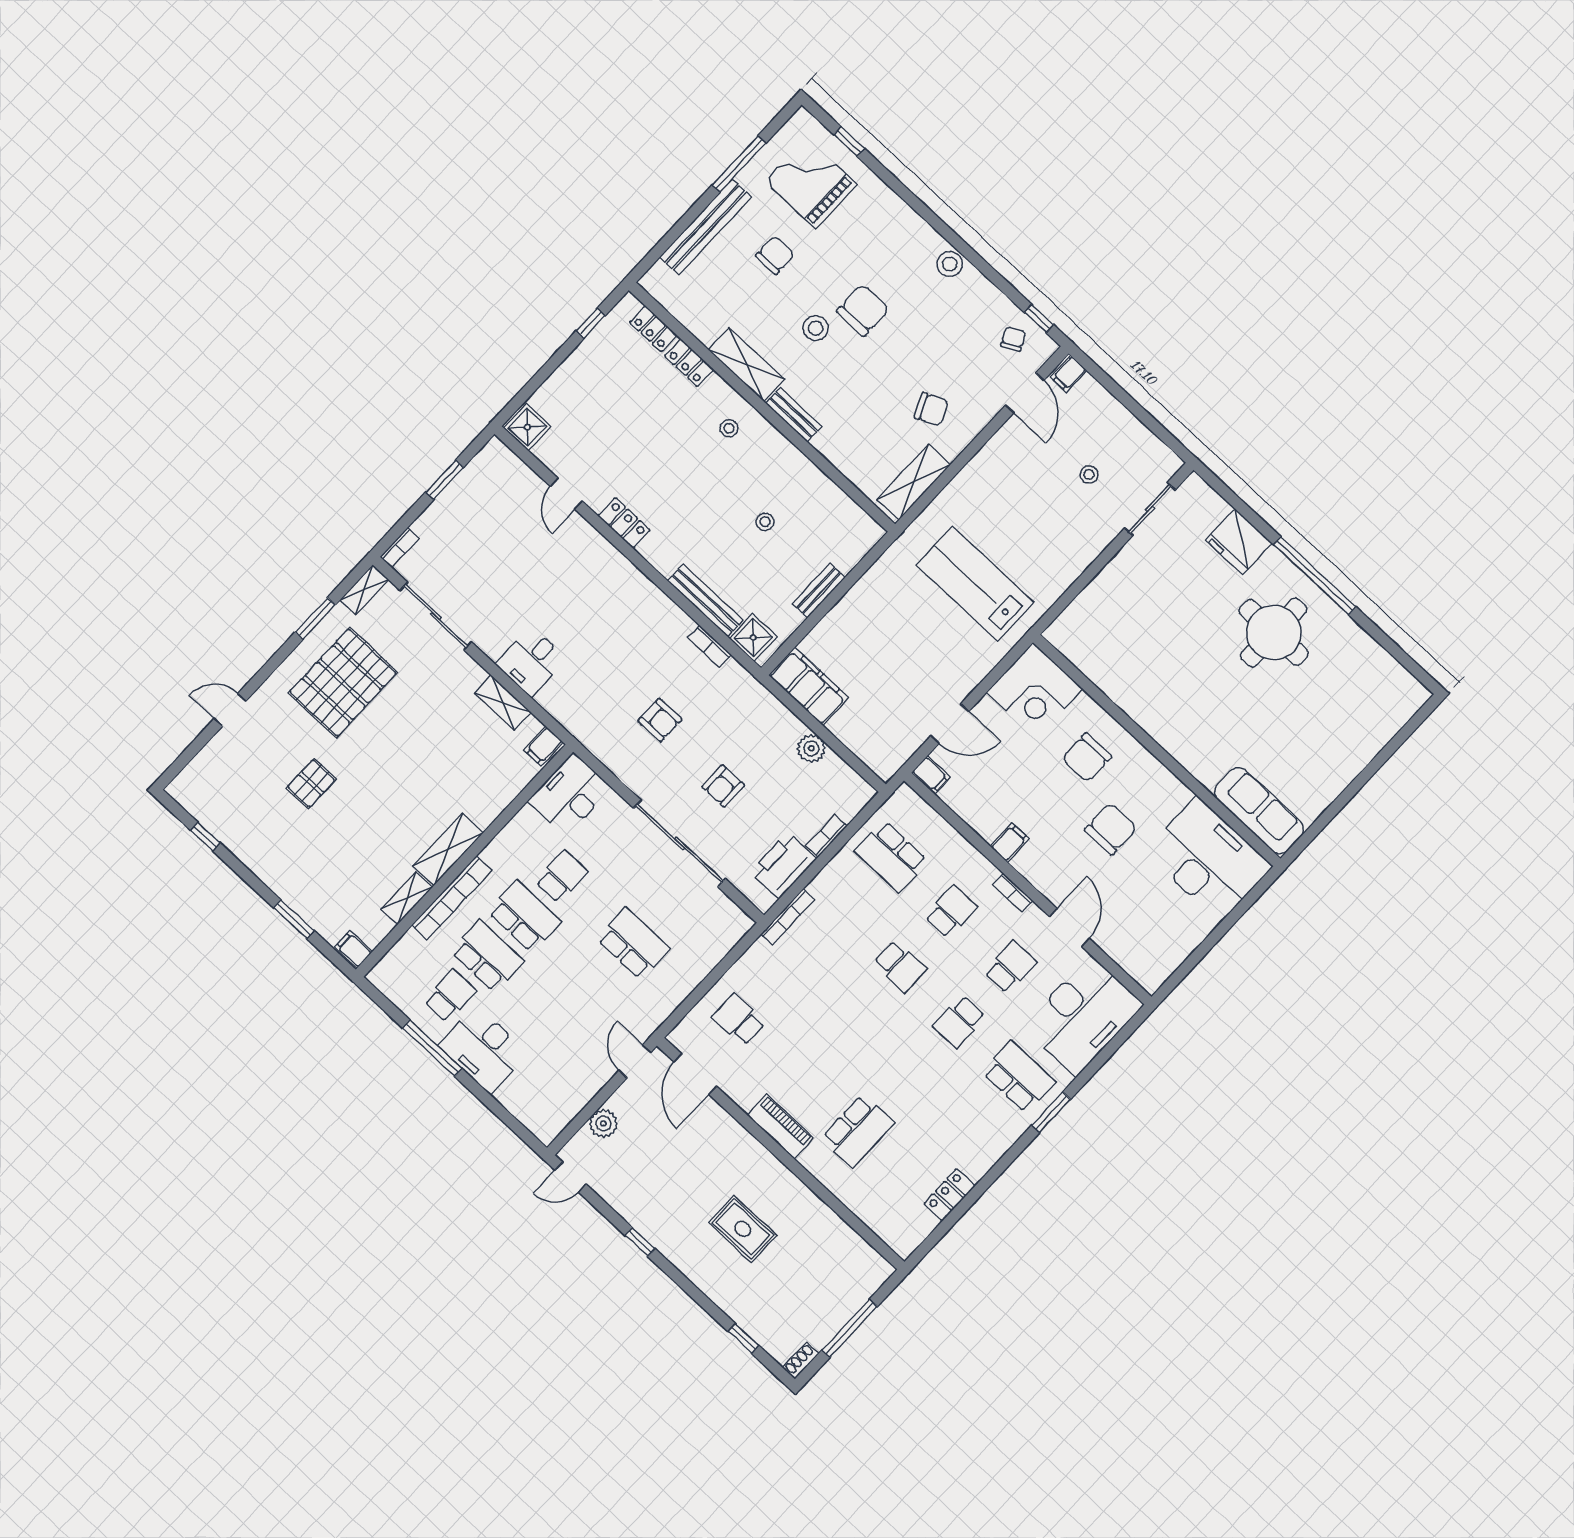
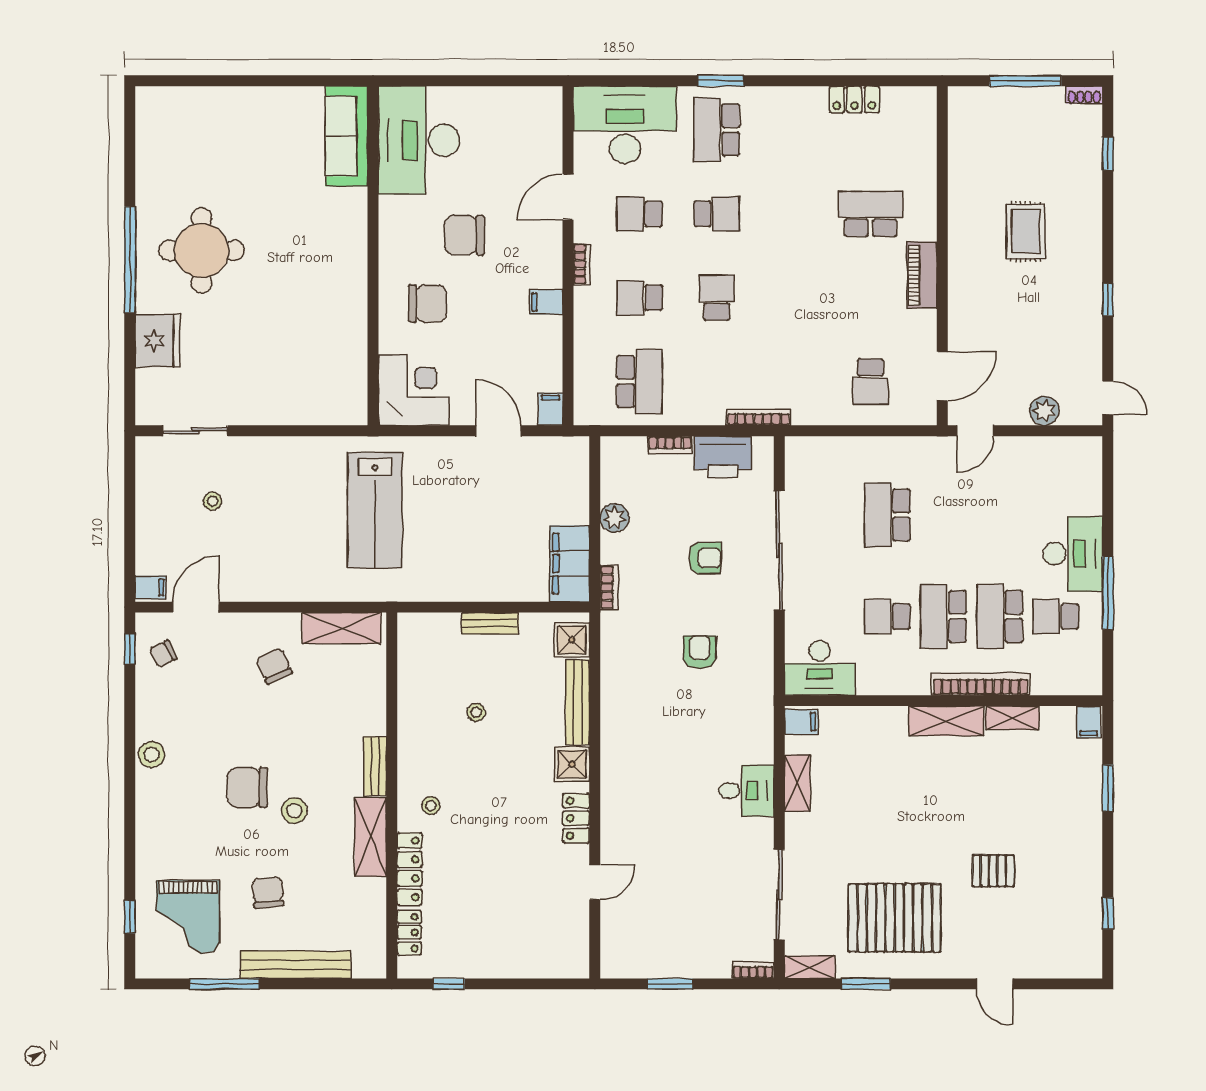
chair: (775, 255) -> (268, 893), turned 85
locker: (689, 363) -> (410, 869), width x1.53
shower: (527, 427) -> (572, 764), moved
bookcase: (709, 646) -> (609, 587), moved

